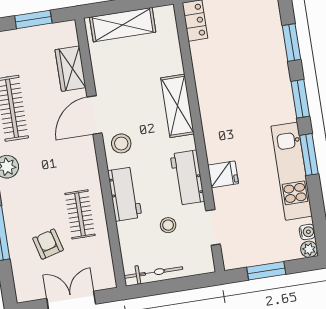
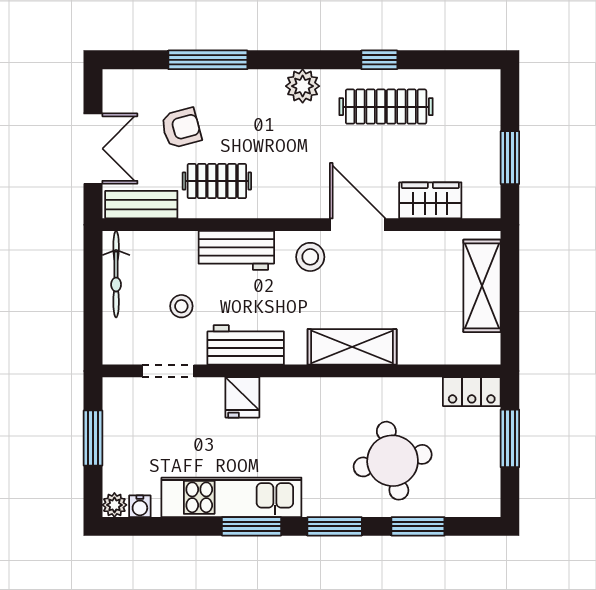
round table: (250, 67) -> (393, 461), added
bench: (104, 263) -> (141, 205), added

